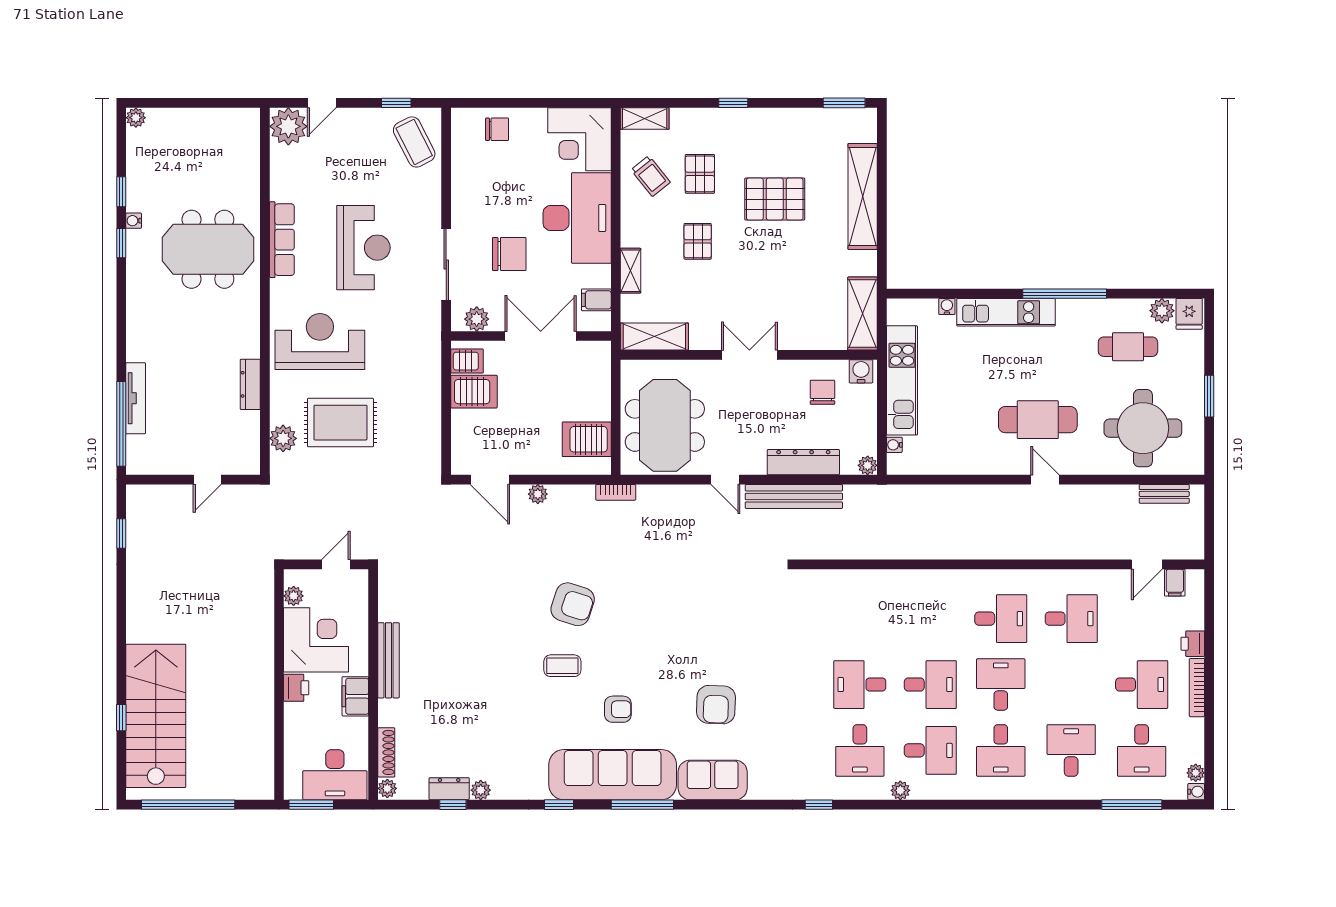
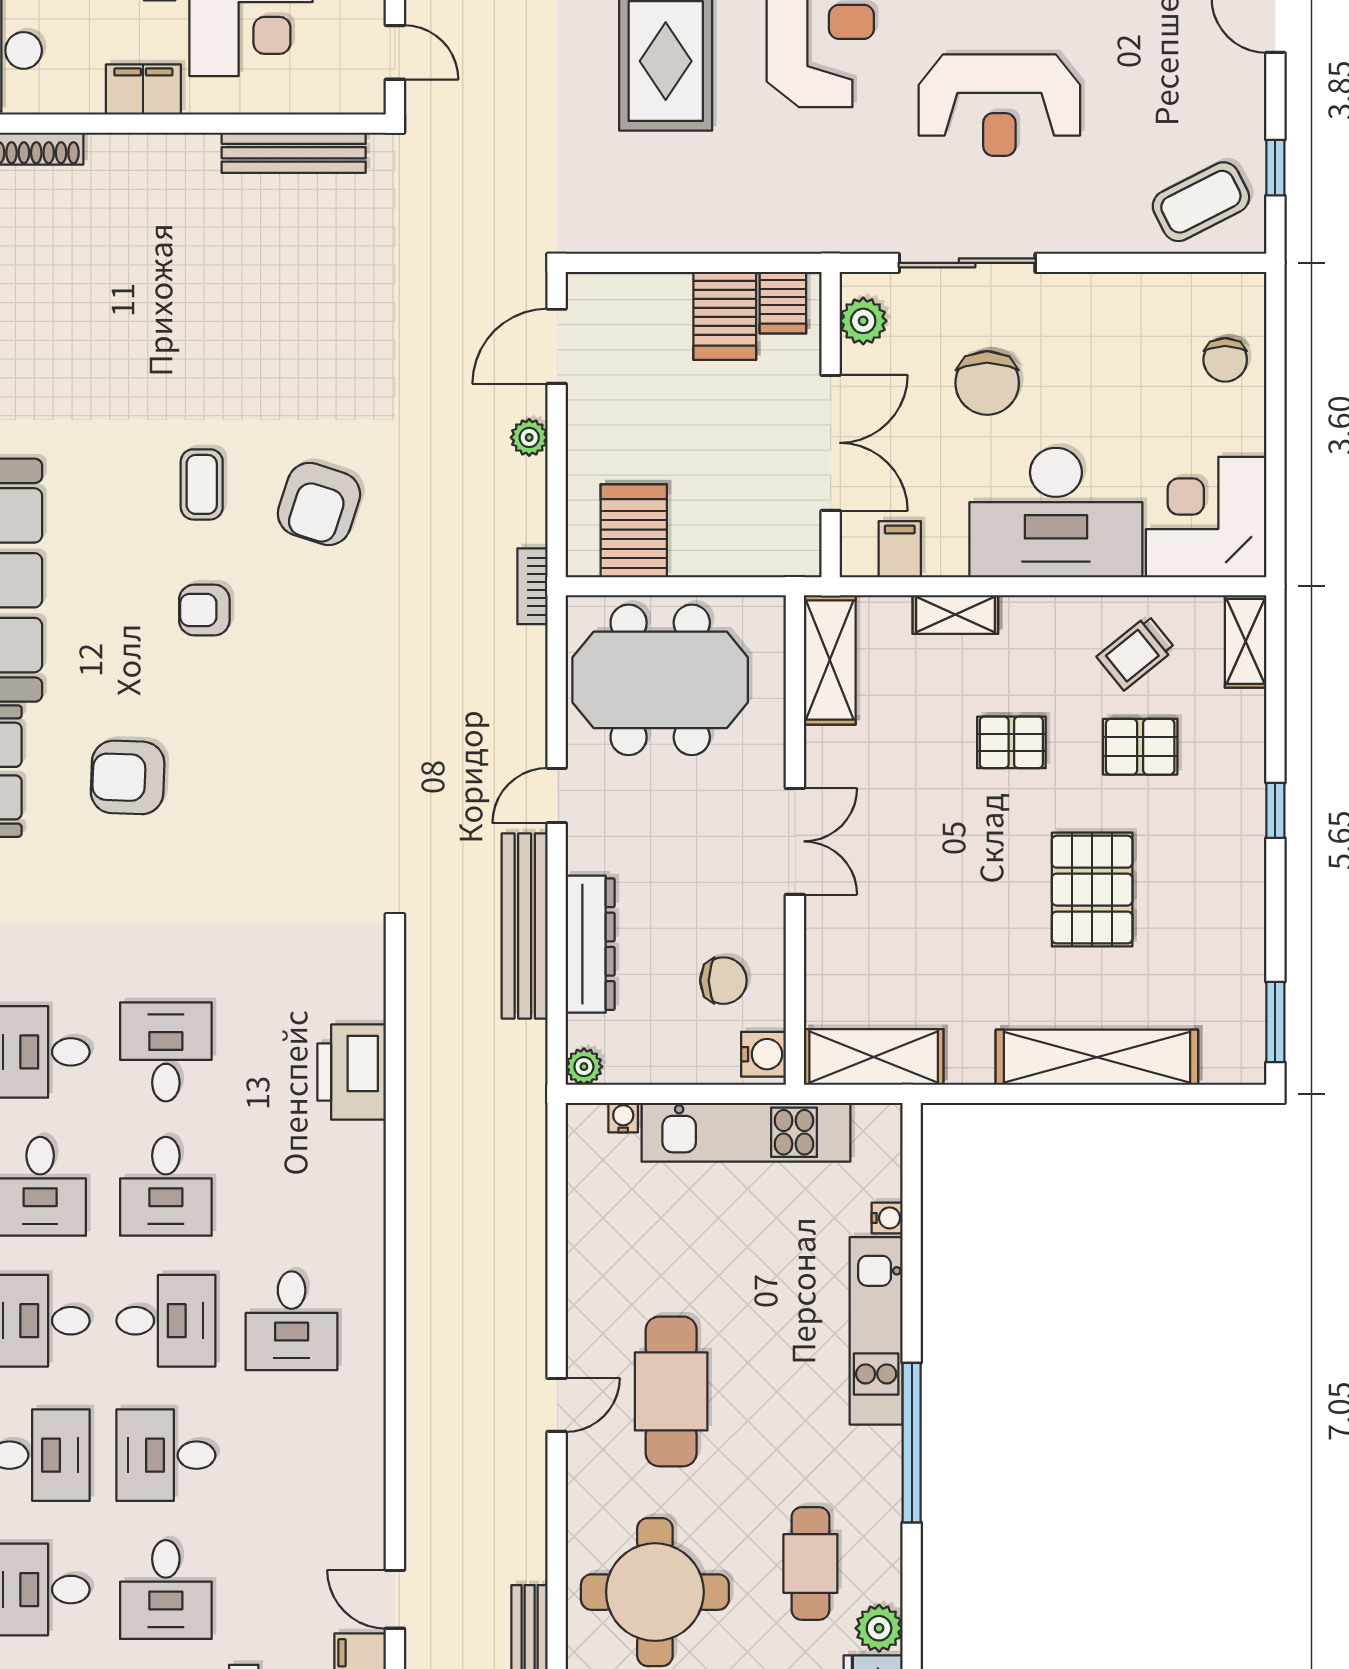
printer: (870, 587) -> (352, 1072), added
desk: (1071, 619) -> (166, 1455), moved, turned 90
bench: (388, 660) -> (294, 153), moved
armchair: (618, 709) -> (204, 610), moved, turned 90

